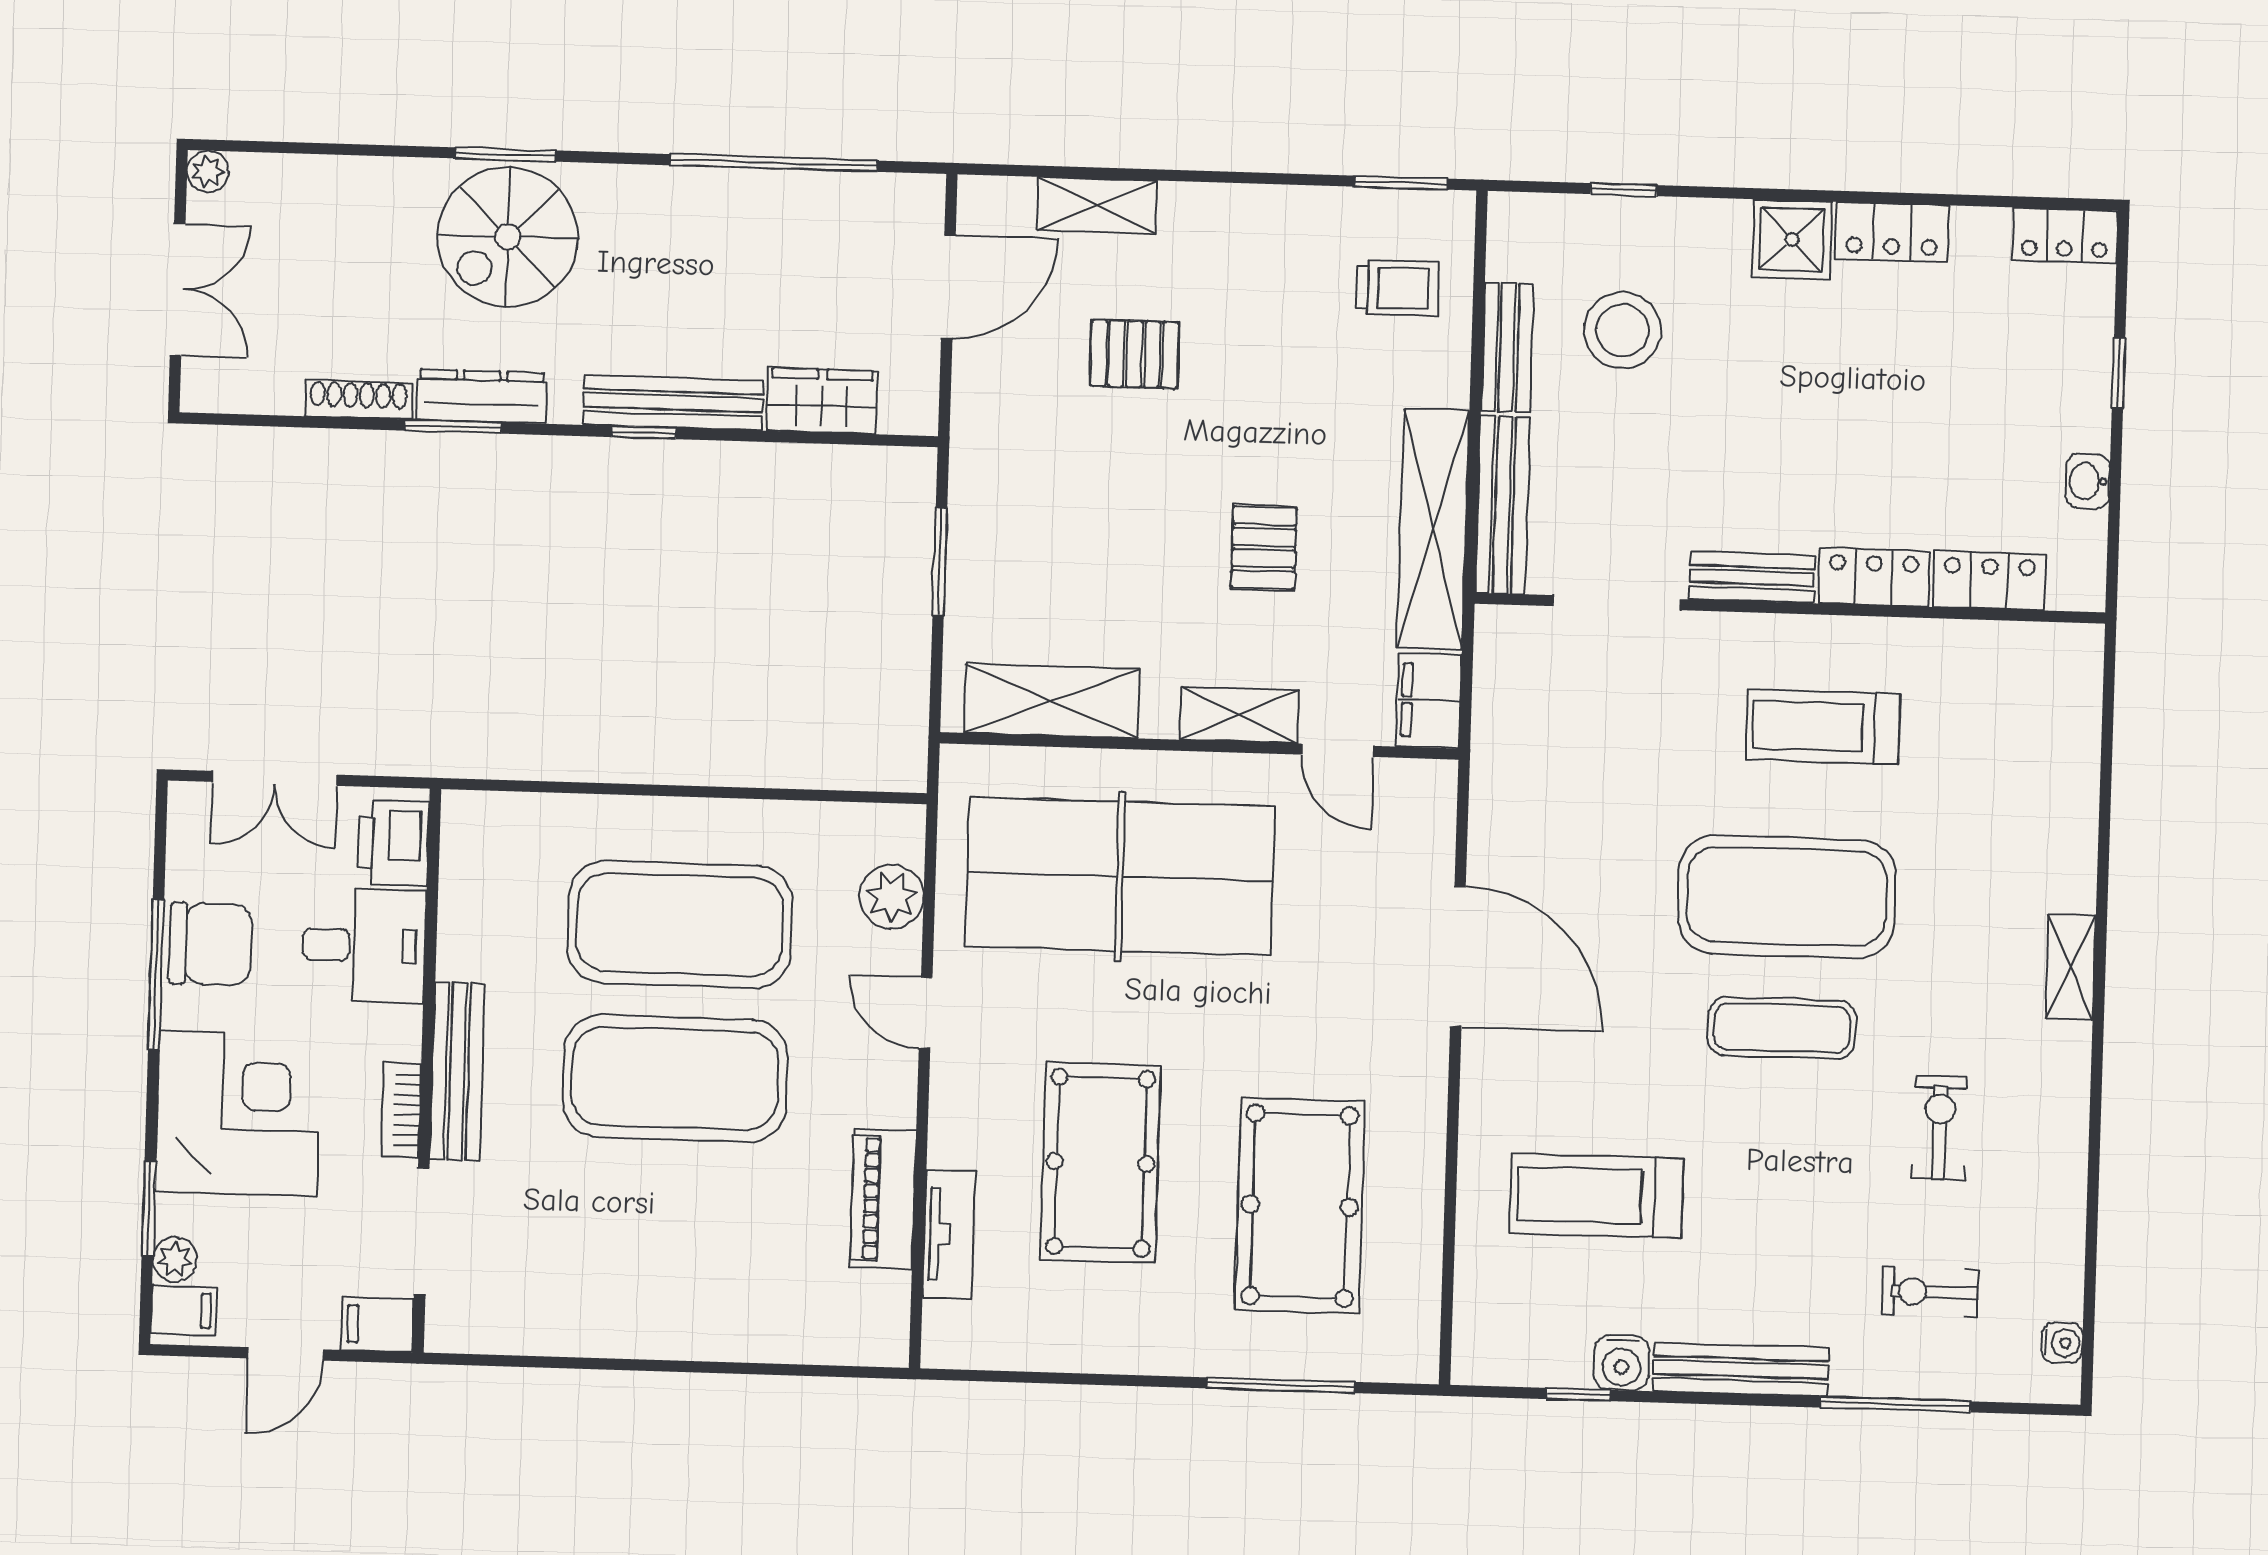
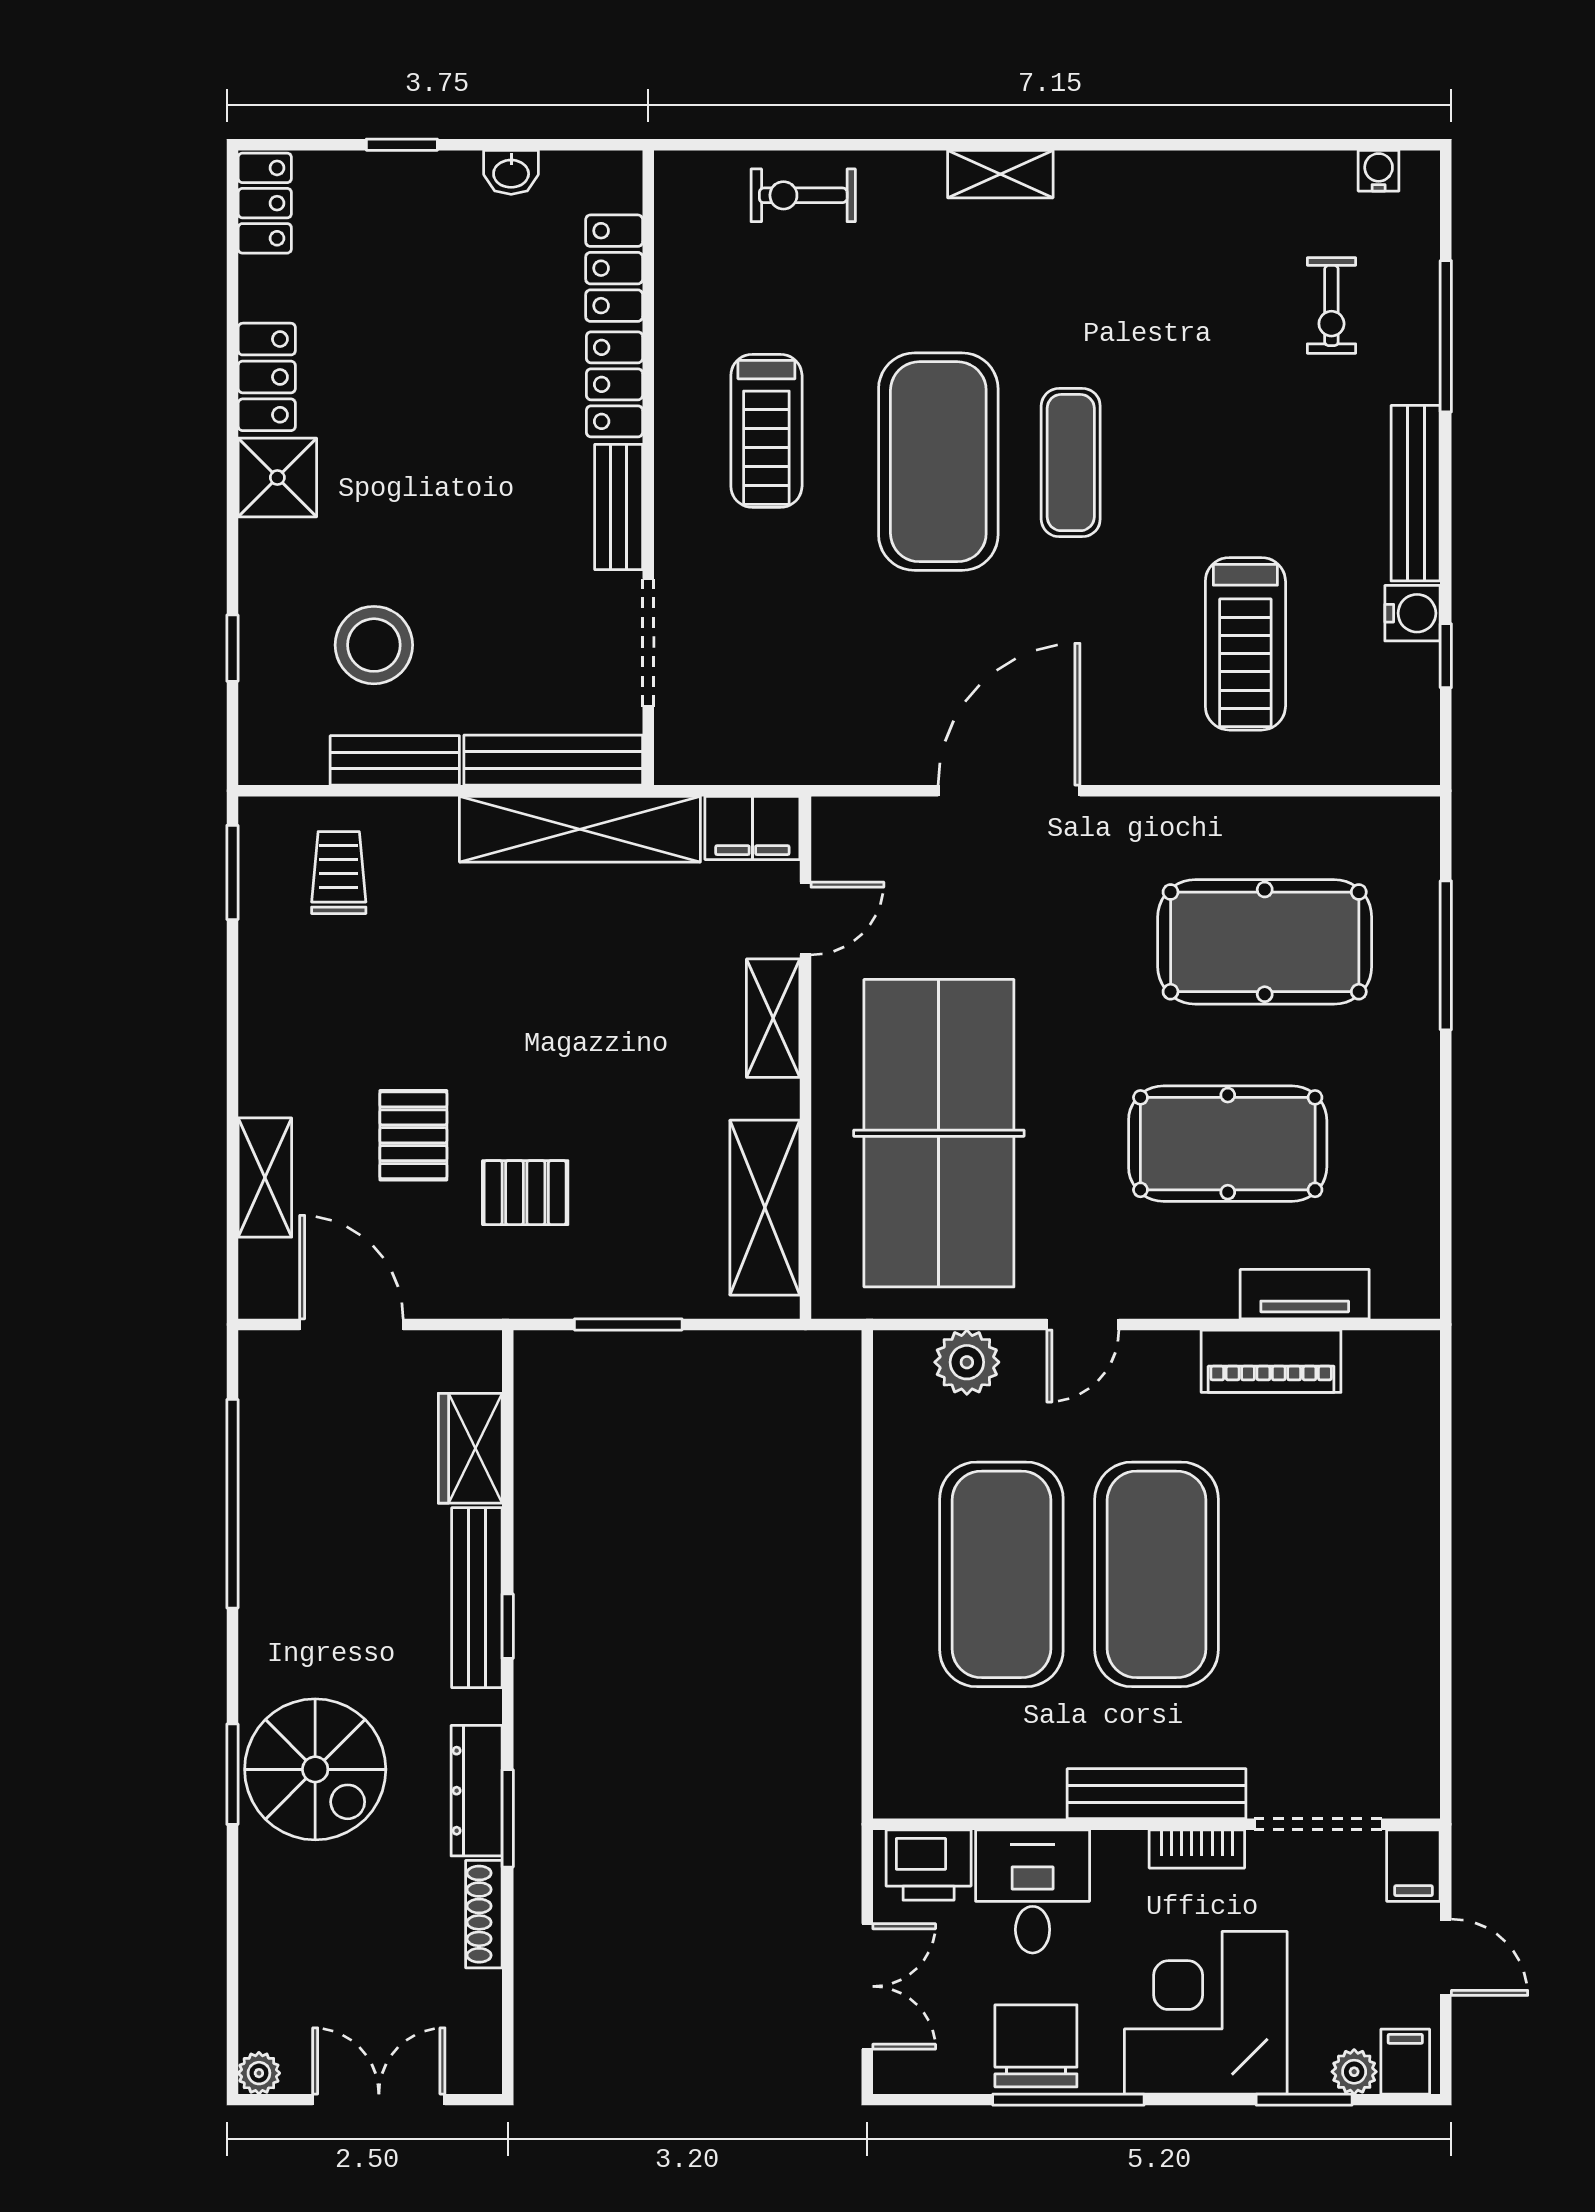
pallet: (1264, 548) -> (525, 1193), moved
exercise bike: (1940, 1128) -> (803, 195), moved

